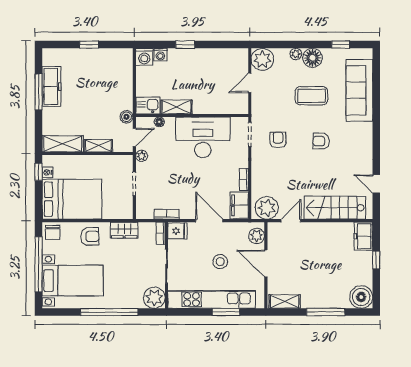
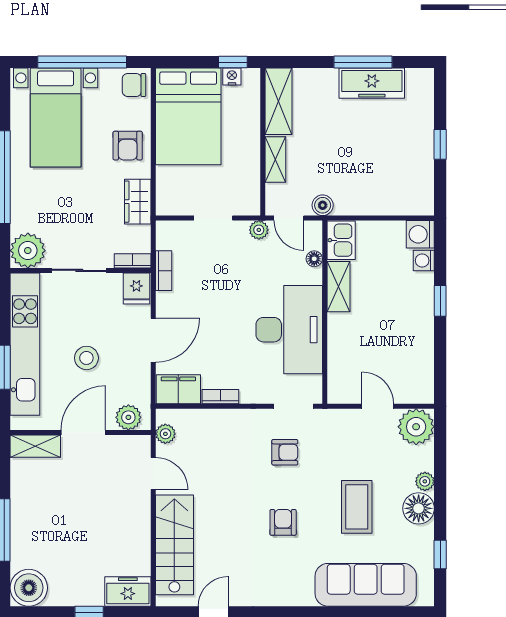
plant: (267, 208) -> (165, 434), width x0.53, depth x0.53
shelving: (285, 301) -> (35, 446), moved, turned 90

